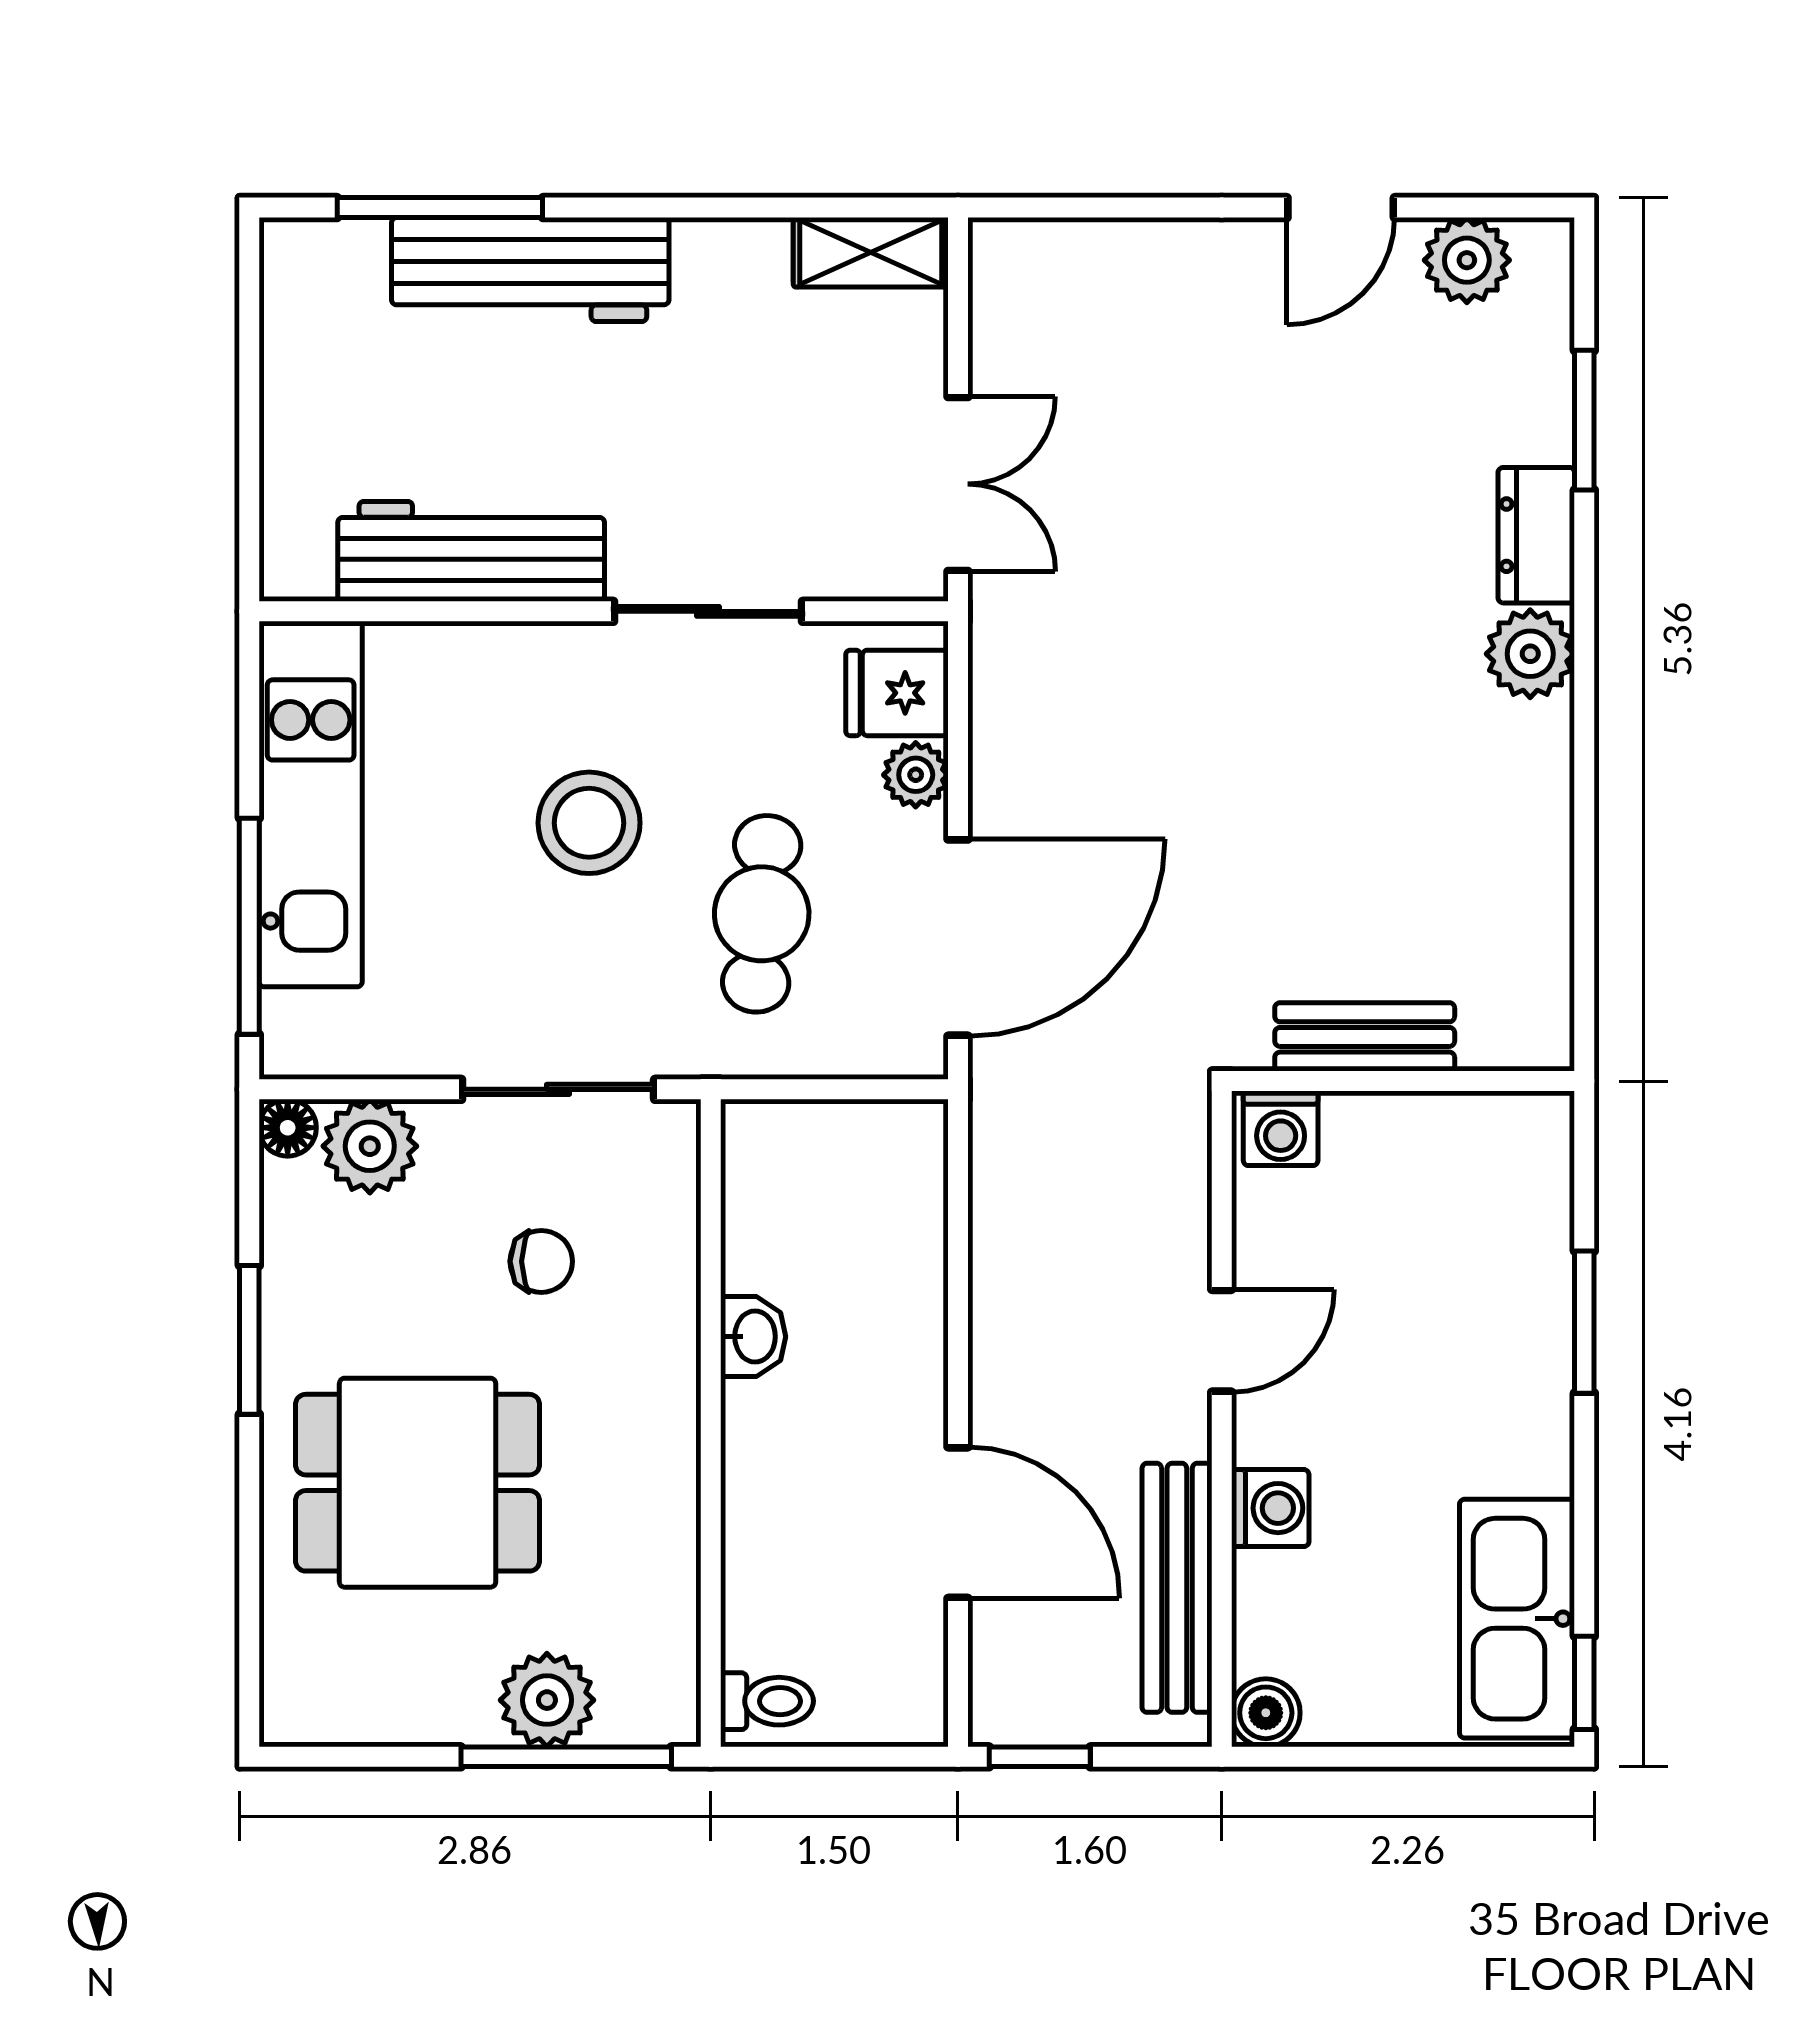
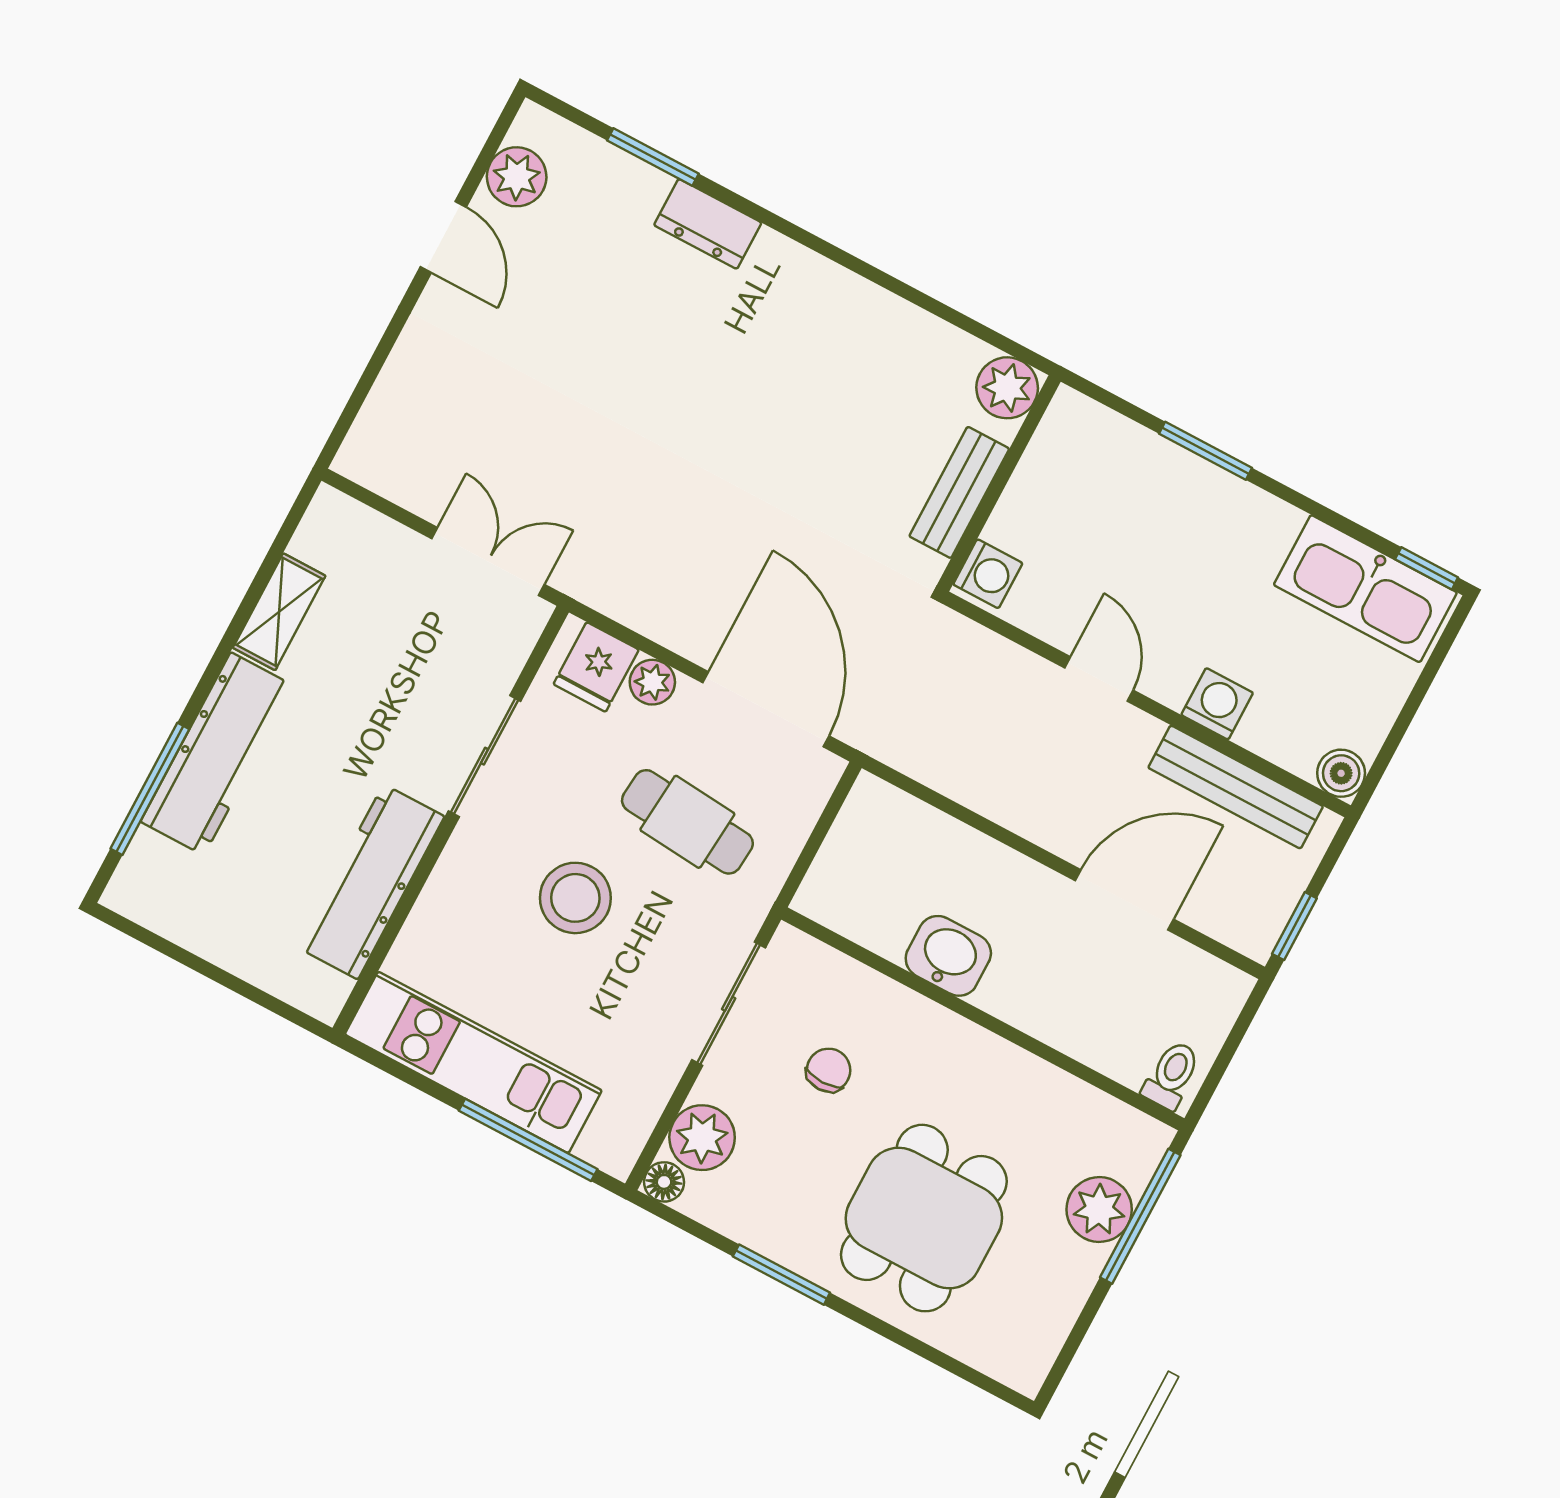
shelving: (871, 252) -> (279, 612), moved
plant: (1530, 654) -> (1007, 388), moved
washbasin: (753, 1337) -> (948, 956), width x1.38, depth x1.45

